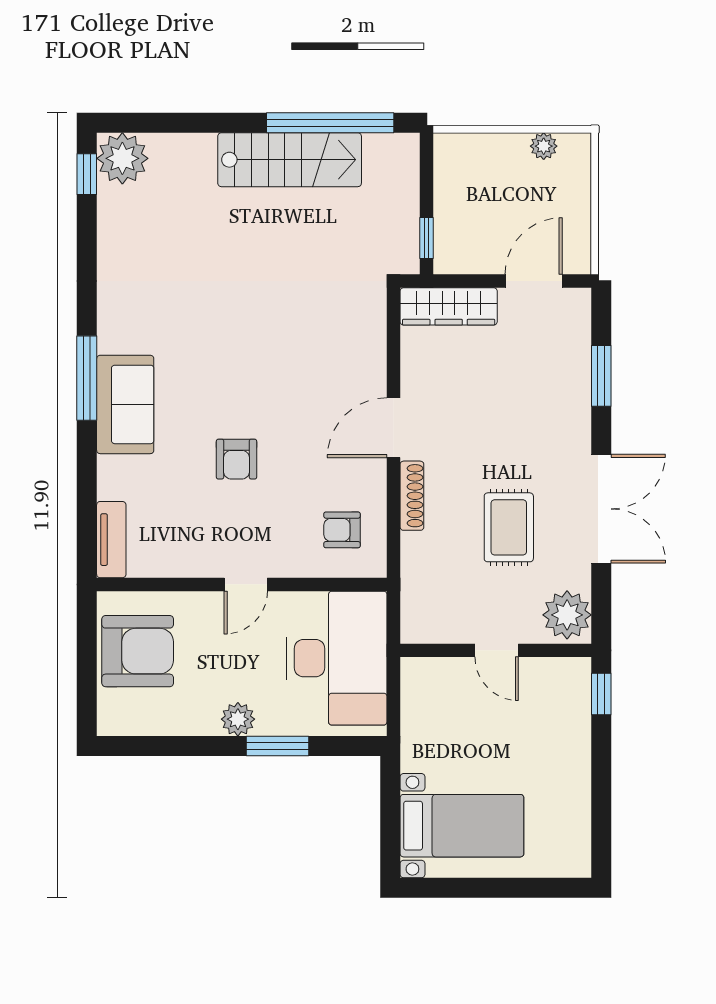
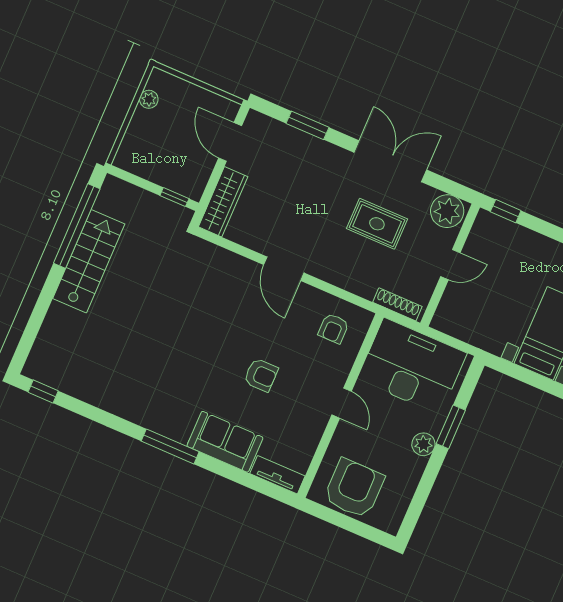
plant: (122, 158) -> (43, 365), removed
sofa: (125, 404) -> (225, 442), moved
shoe rack: (412, 496) -> (397, 304), moved

